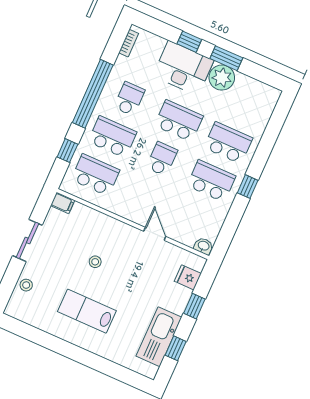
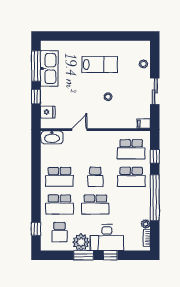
plant: (121, 63) -> (146, 224), added
school desk: (129, 99) -> (59, 232), moved
window: (248, 187) -> (36, 229), moved
door: (155, 234) -> (79, 130), swing flipped
washbasin: (203, 246) -> (52, 137), width x1.91, depth x1.45
window: (176, 348) -> (36, 66), width x2.17

